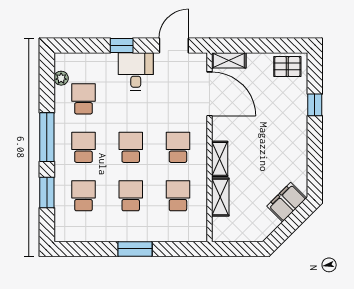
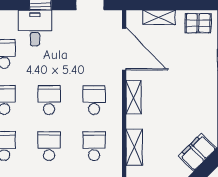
shelving: (229, 60) -> (159, 17), moved
desk: (136, 72) -> (35, 28), moved
shelving: (220, 159) -> (134, 97), moved

